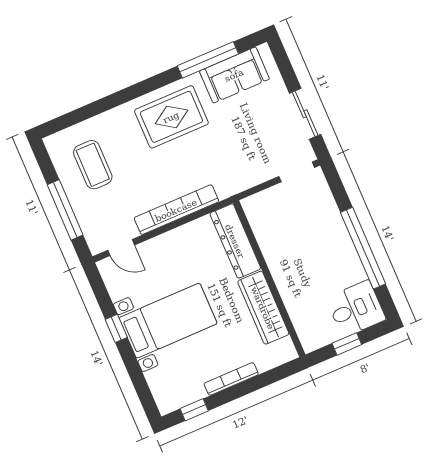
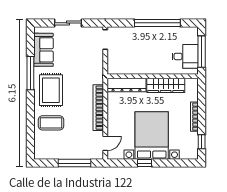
window: (208, 60) -> (30, 73), moved
sliding door: (305, 114) -> (68, 23), moved
coffee table: (93, 165) -> (51, 123), moved
desk: (356, 309) -> (185, 56), moved, turned 90
bed with nightstands: (168, 321) -> (152, 136), width x1.36
window: (347, 344) -> (202, 52), width x2.17

